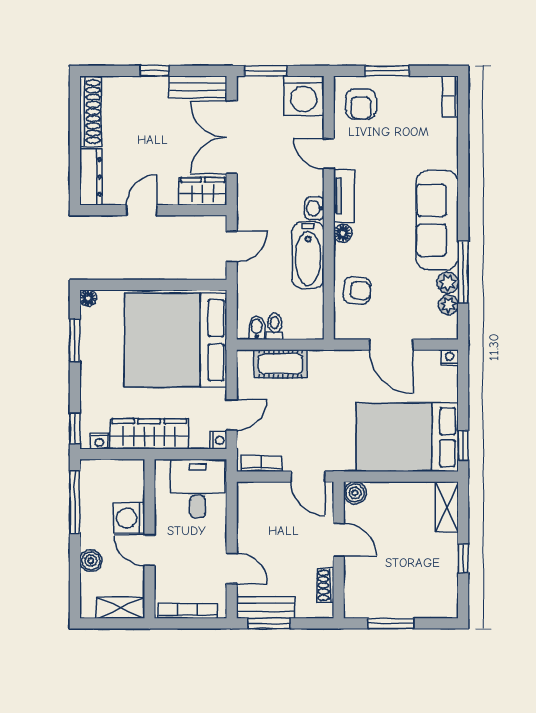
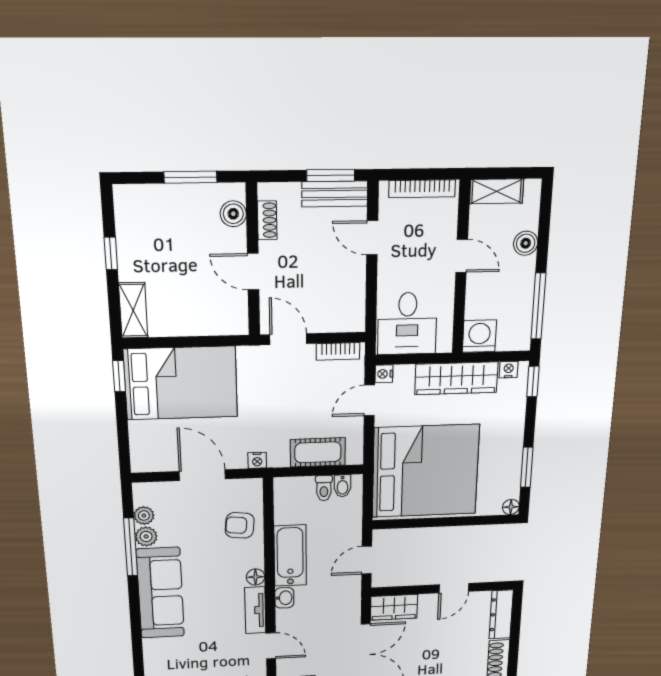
nightstand: (450, 358) -> (257, 460), moved
boiler: (355, 493) -> (233, 214), moved
washing machine: (129, 518) -> (479, 336), moved, turned -90

